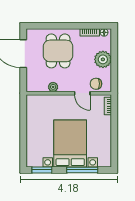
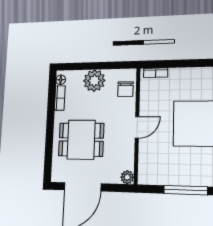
plant: (53, 87) -> (127, 177), moved
door: (82, 93) -> (137, 127), moved
window: (23, 129) -> (186, 190), added

